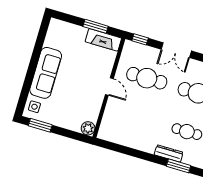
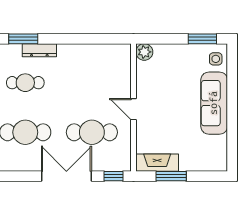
double door: (176, 50) -> (66, 176), width x1.37

